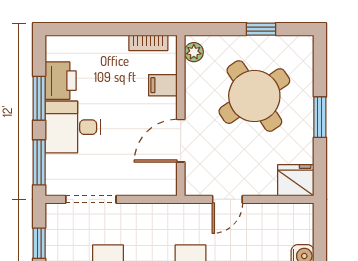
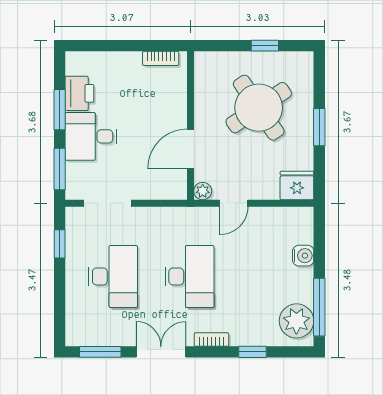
plant: (194, 52) -> (203, 191), moved
filing cabinet: (163, 85) -> (174, 98), removed

